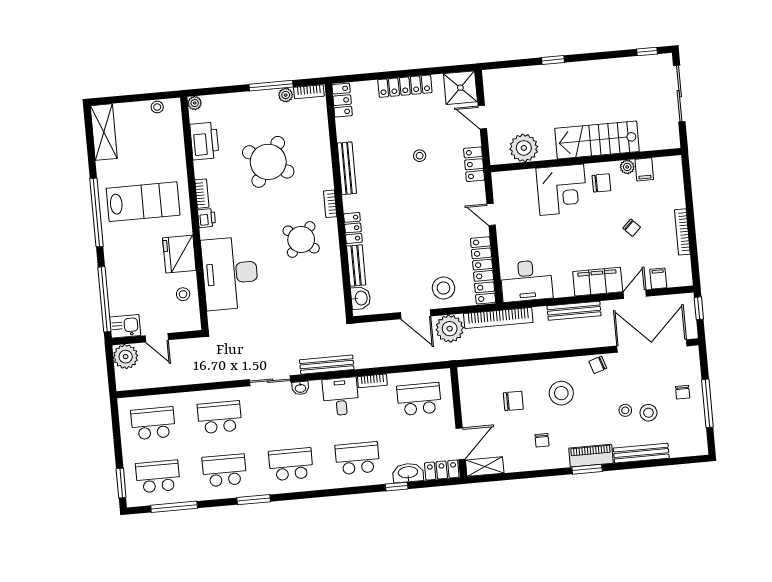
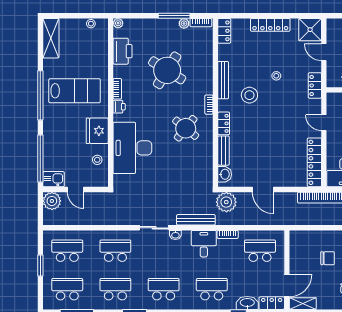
stool: (443, 288) -> (249, 95), moved
plant: (450, 329) -> (226, 202), moved
window: (121, 483) -> (40, 265), moved

